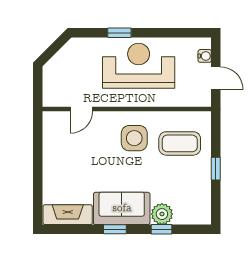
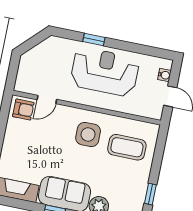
armchair: (58, 125) -> (23, 110), added
window: (216, 169) -> (150, 194), moved

